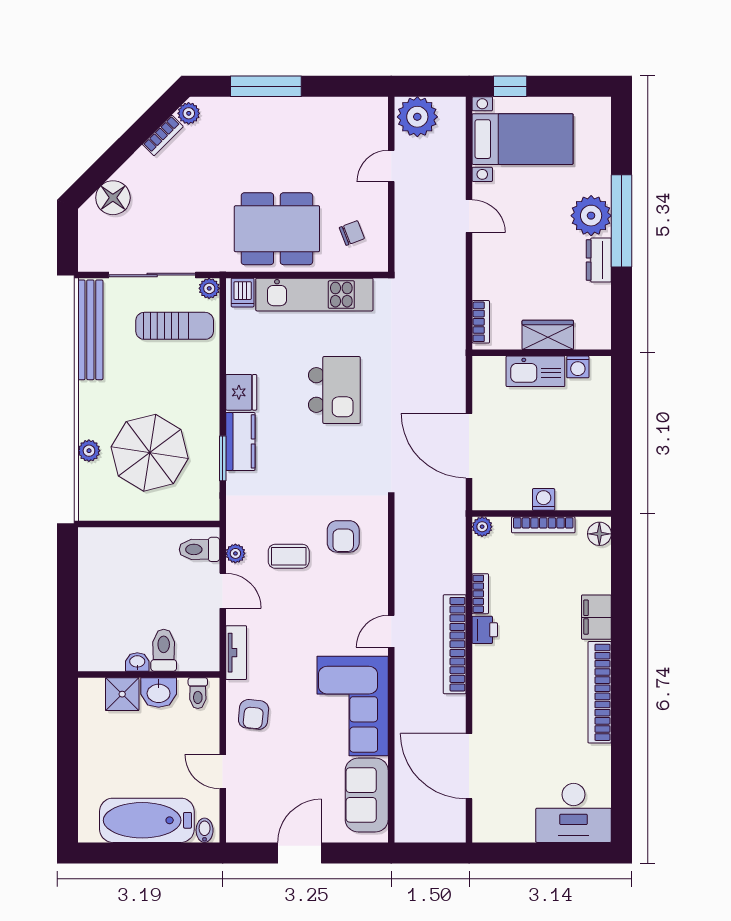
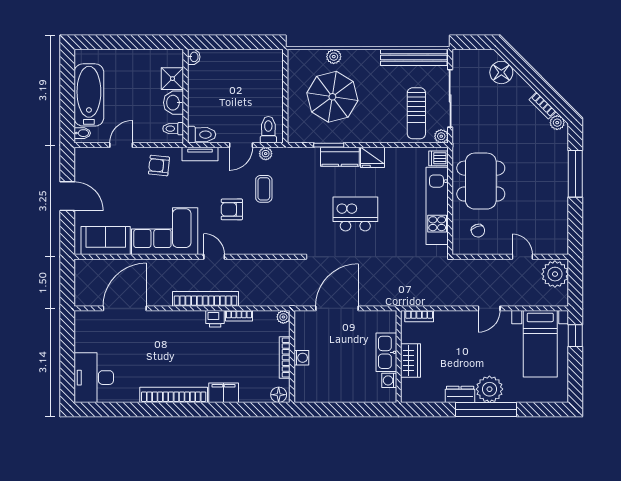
kitchen island: (334, 390) -> (355, 214), moved, turned 180
armchair: (343, 536) -> (232, 209), moved
toilet: (164, 650) -> (202, 135), moved
washbasin: (137, 662) -> (194, 57), moved

